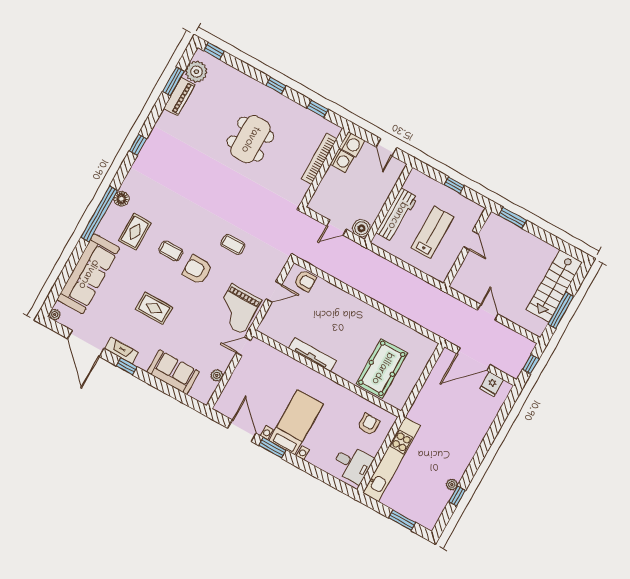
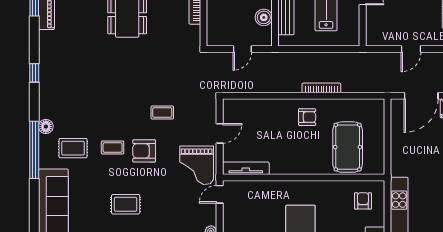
boiler: (361, 228) -> (264, 17), moved
rug: (135, 232) -> (73, 148), turned 90
armchair: (305, 281) -> (307, 117), moved
bookcase: (388, 302) -> (321, 88), added
door: (488, 312) -> (411, 49), swing flipped
tv unit: (312, 355) -> (246, 168), moved

